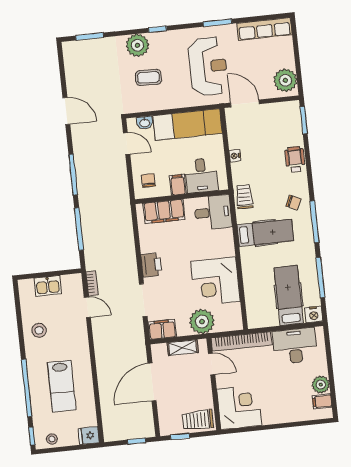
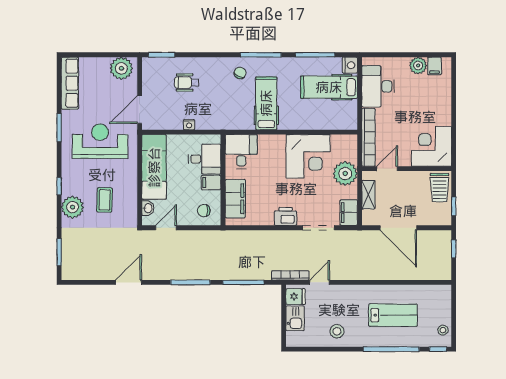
wheelchair: (295, 159) -> (187, 83), moved
trolley: (244, 197) -> (229, 120), removed
bookcase: (92, 283) -> (290, 275), width x1.56
fridge: (89, 436) -> (296, 297), moved, turned -90

